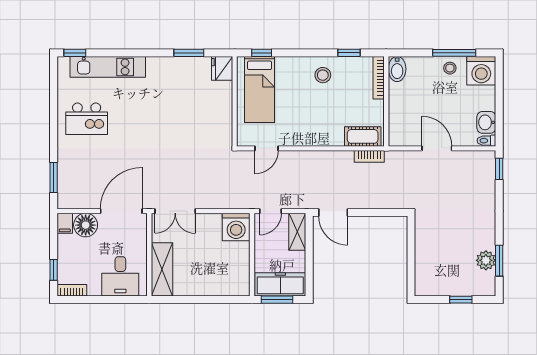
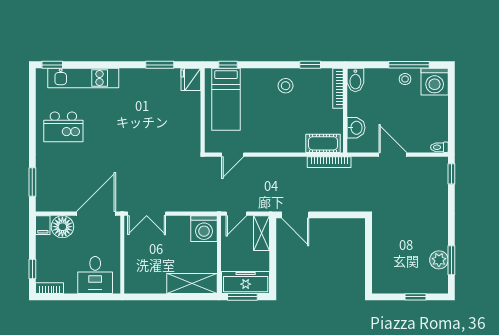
washbasin: (486, 122) -> (356, 128), moved, turned 180
bookcase: (369, 156) -> (329, 162), width x1.56
shelving: (162, 269) -> (192, 284), moved, turned 90

